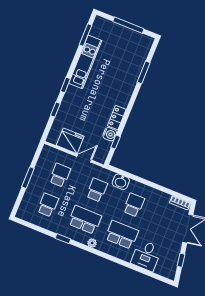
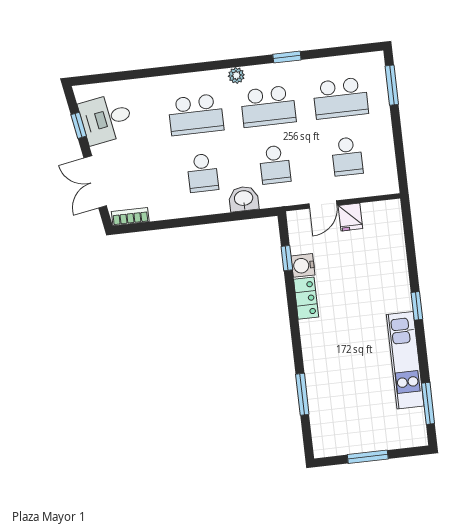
window: (128, 25) -> (368, 457), width x0.69
window: (55, 110) -> (411, 258), removed
fridge: (70, 141) -> (350, 217), width x0.53, depth x0.75
window: (28, 178) -> (392, 85), moved
school desk: (48, 205) -> (340, 98), width x1.85
desk: (146, 256) -> (106, 119), moved, turned -100

